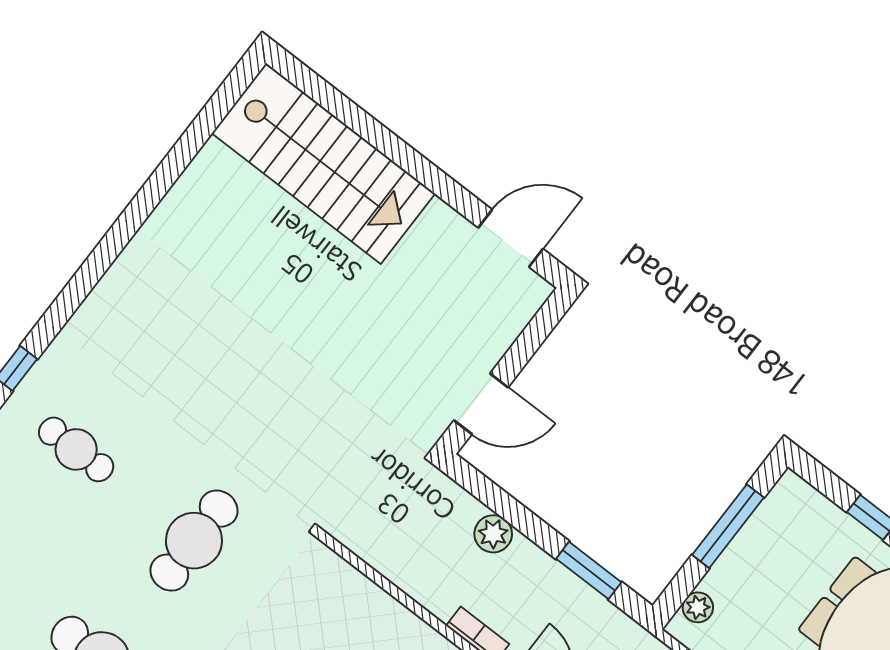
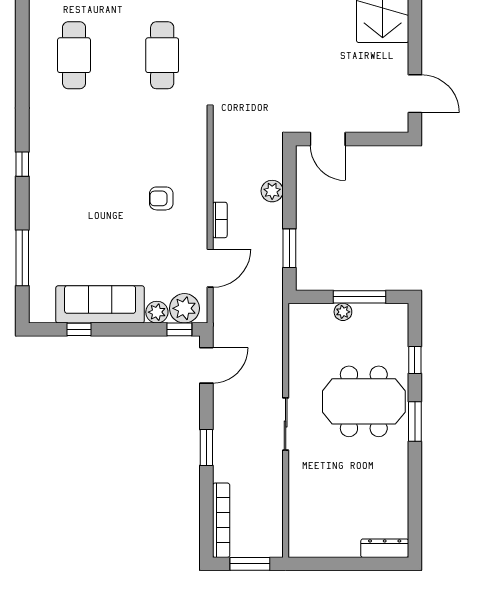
cafe table: (194, 541) -> (162, 55), turned 90
plant: (698, 607) -> (343, 312), moved

